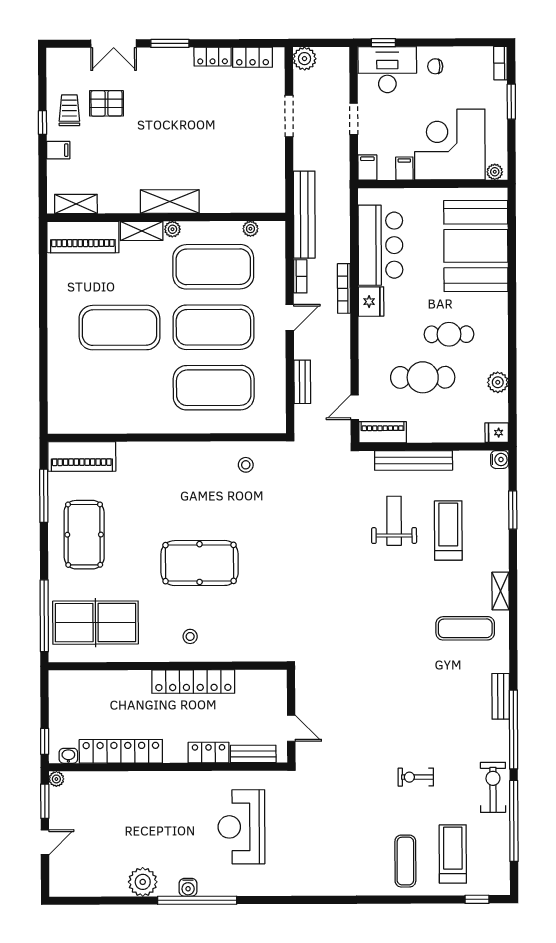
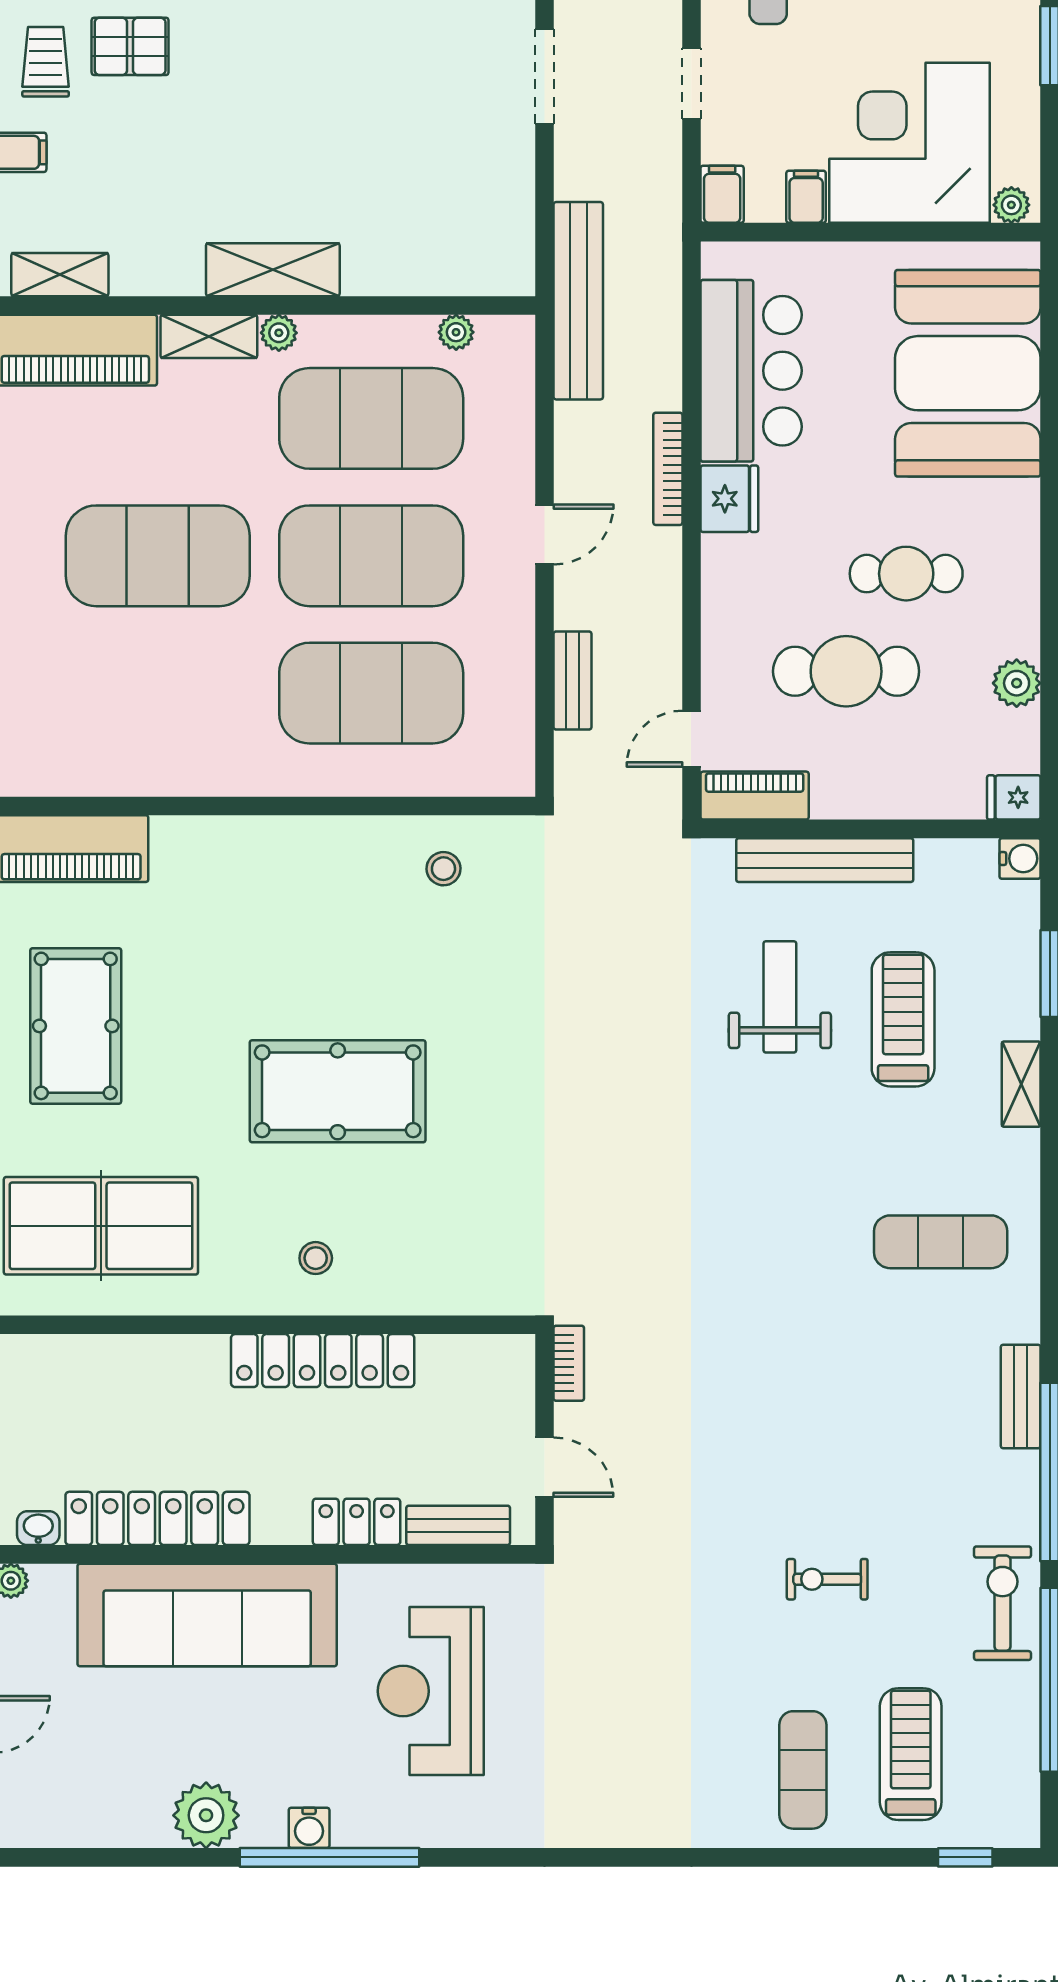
bookcase: (300, 276) -> (569, 1363), moved
shelving: (500, 591) -> (1021, 1084), moved
sofa: (143, 794) -> (207, 1615), added

